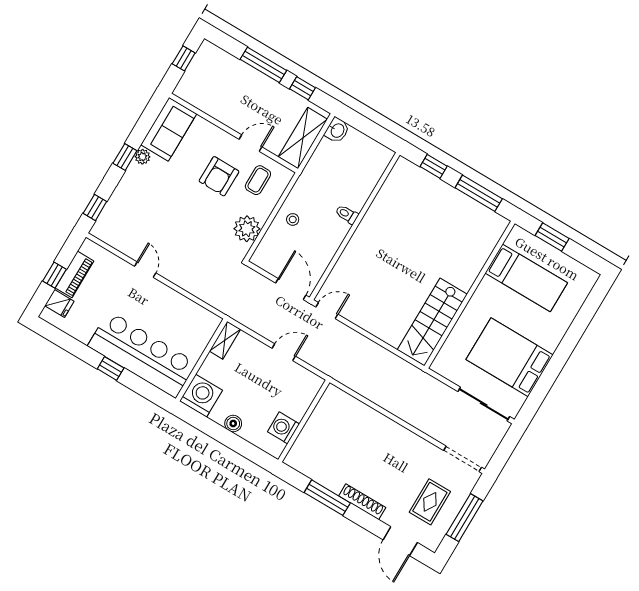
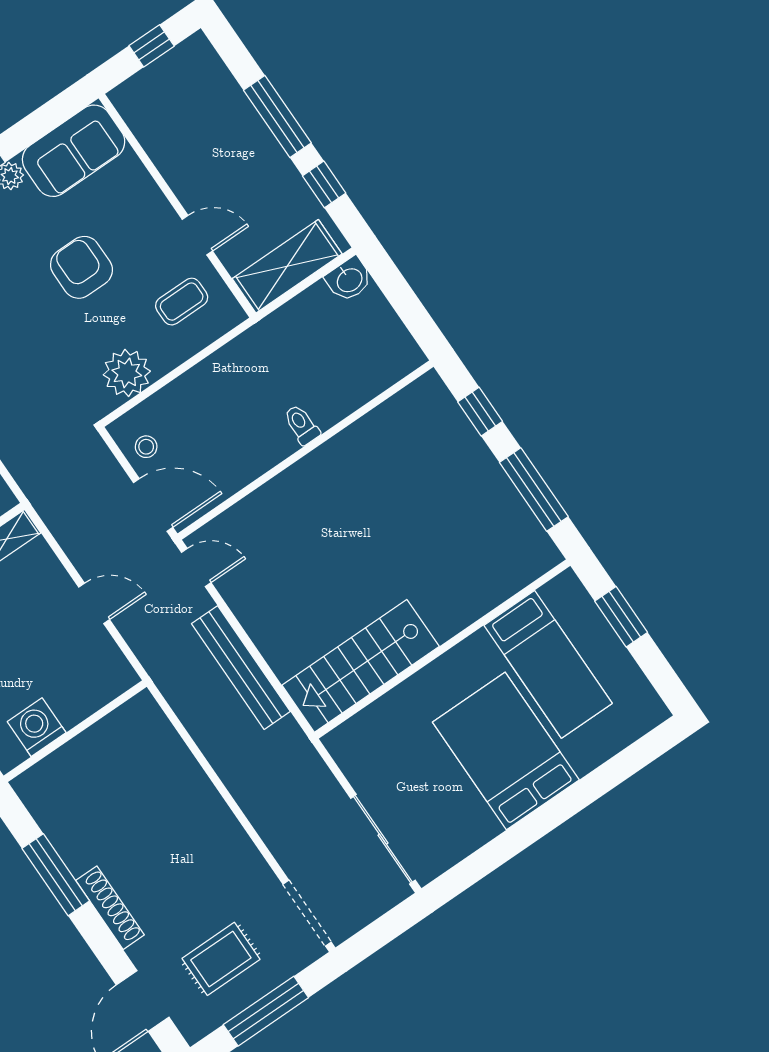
armchair: (219, 176) -> (81, 267), moved, turned 90
stool: (293, 219) -> (146, 447), moved
door: (291, 289) -> (153, 505), hinge flipped
bench: (372, 351) -> (241, 668), added
bed: (510, 357) -> (506, 751), moved

